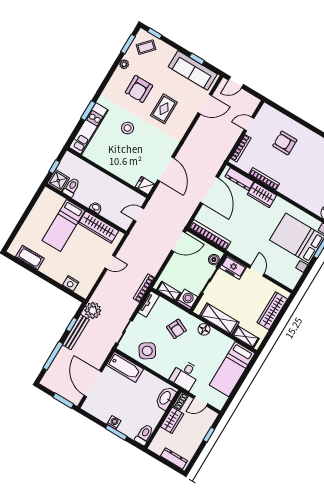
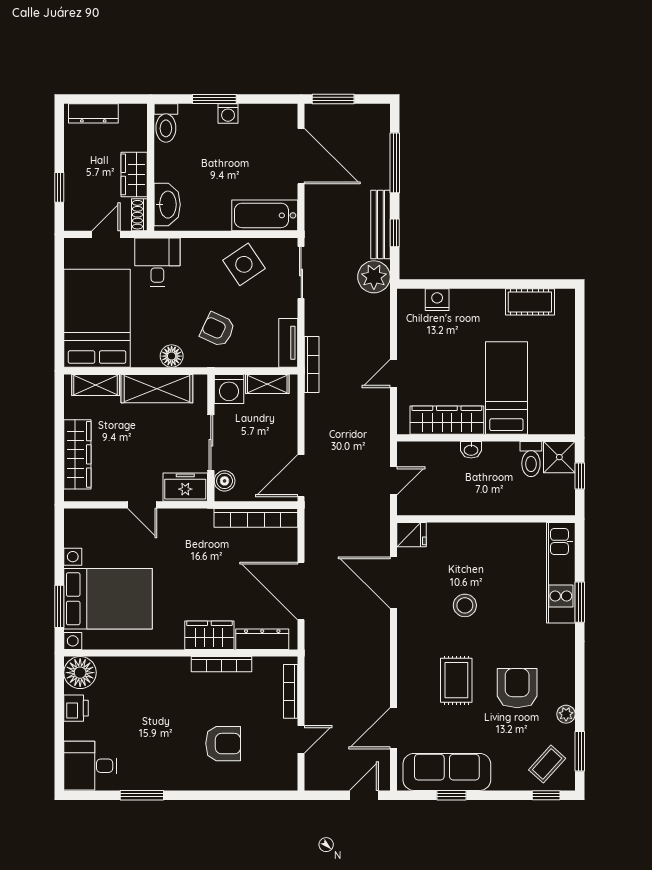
stool: (128, 128) -> (465, 605), moved
bed: (232, 369) -> (97, 318), width x1.50

